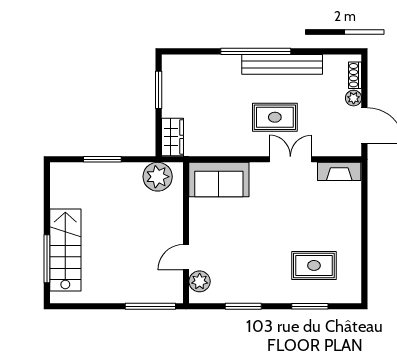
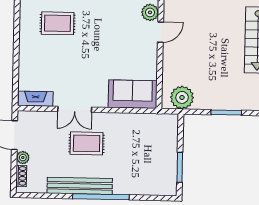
wardrobe: (172, 137) -> (169, 129), removed

